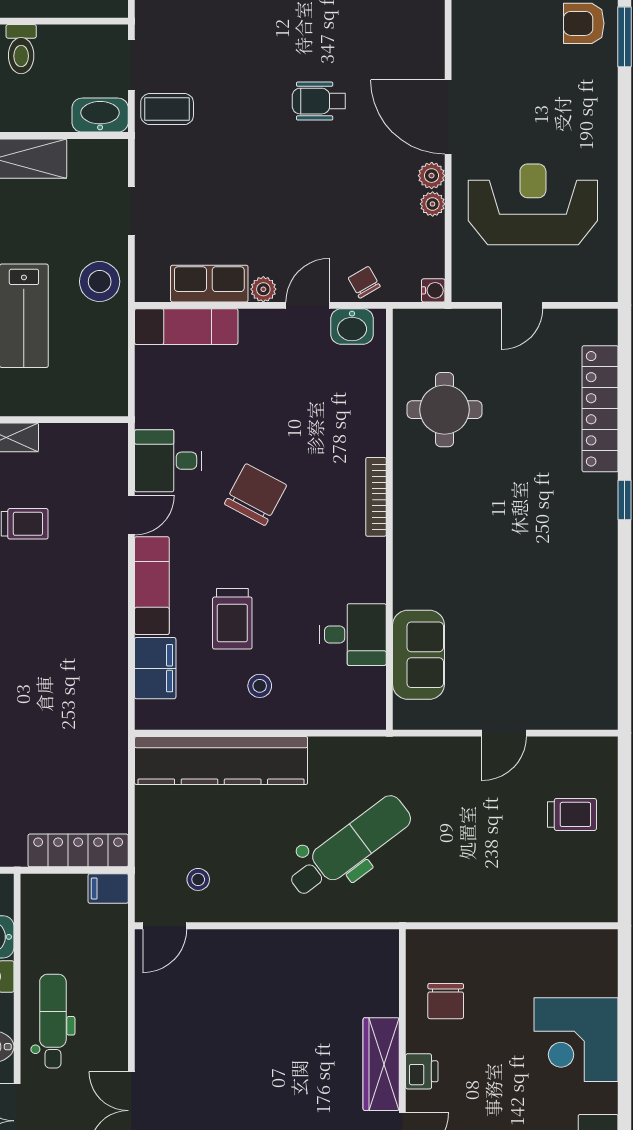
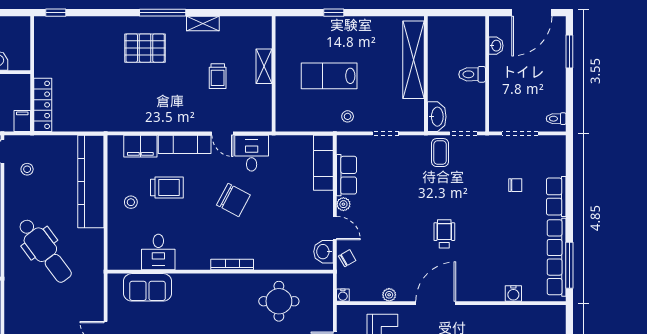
plant: (432, 176) -> (404, 294), removed
stool: (100, 282) -> (348, 116), width x0.53, depth x0.53
trolley: (232, 619) -> (167, 188), turned 180

